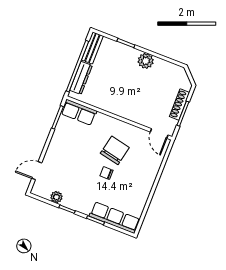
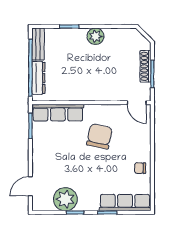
row of seats: (79, 112) -> (58, 113), width x1.48
chair: (107, 173) -> (140, 168), moved
plant: (56, 197) -> (65, 199), width x1.88, depth x1.88

